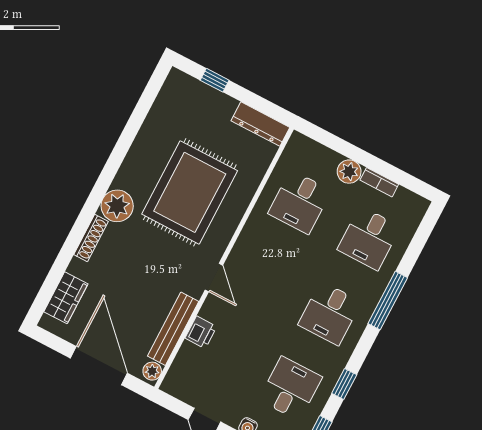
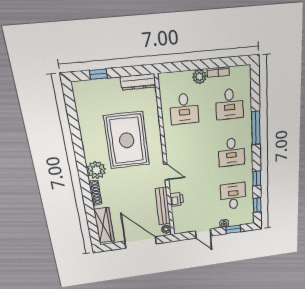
wardrobe: (66, 298) -> (104, 225), width x1.50

